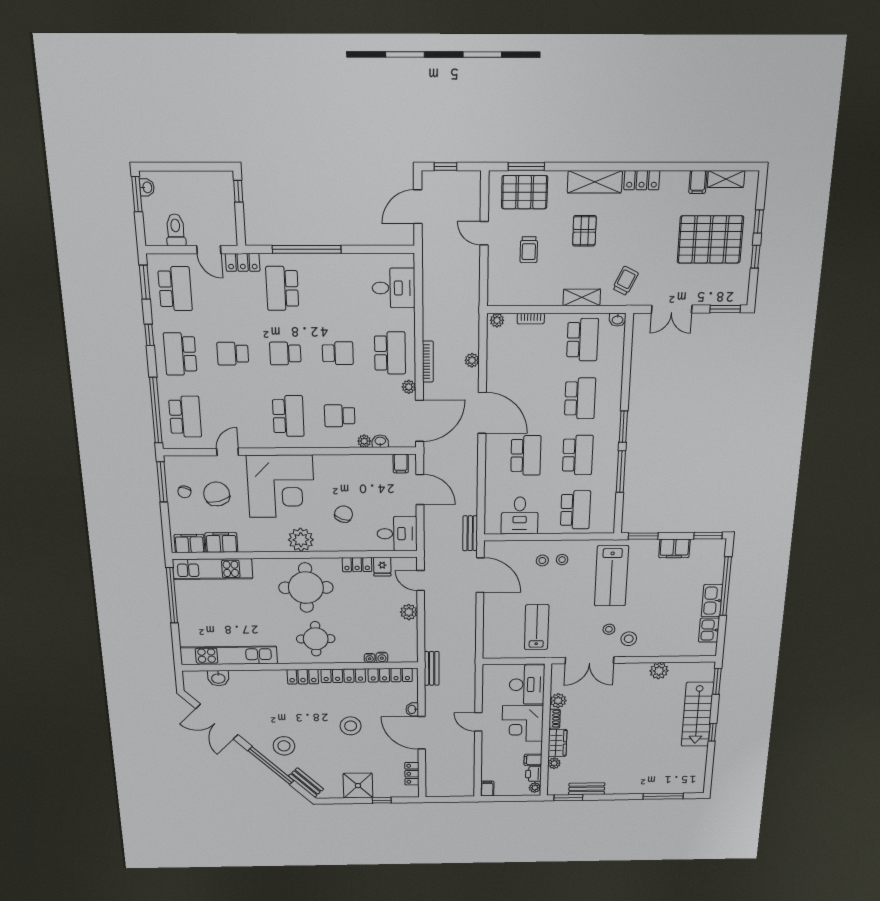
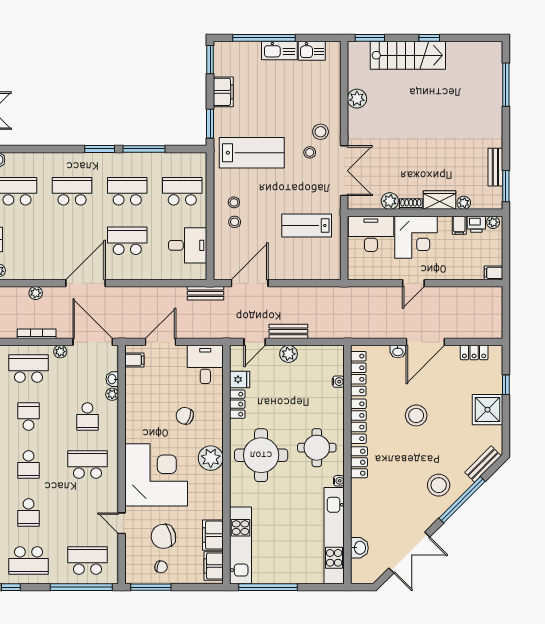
water cooler: (370, 658) -> (339, 481), moved
bench: (432, 668) -> (288, 331), moved

